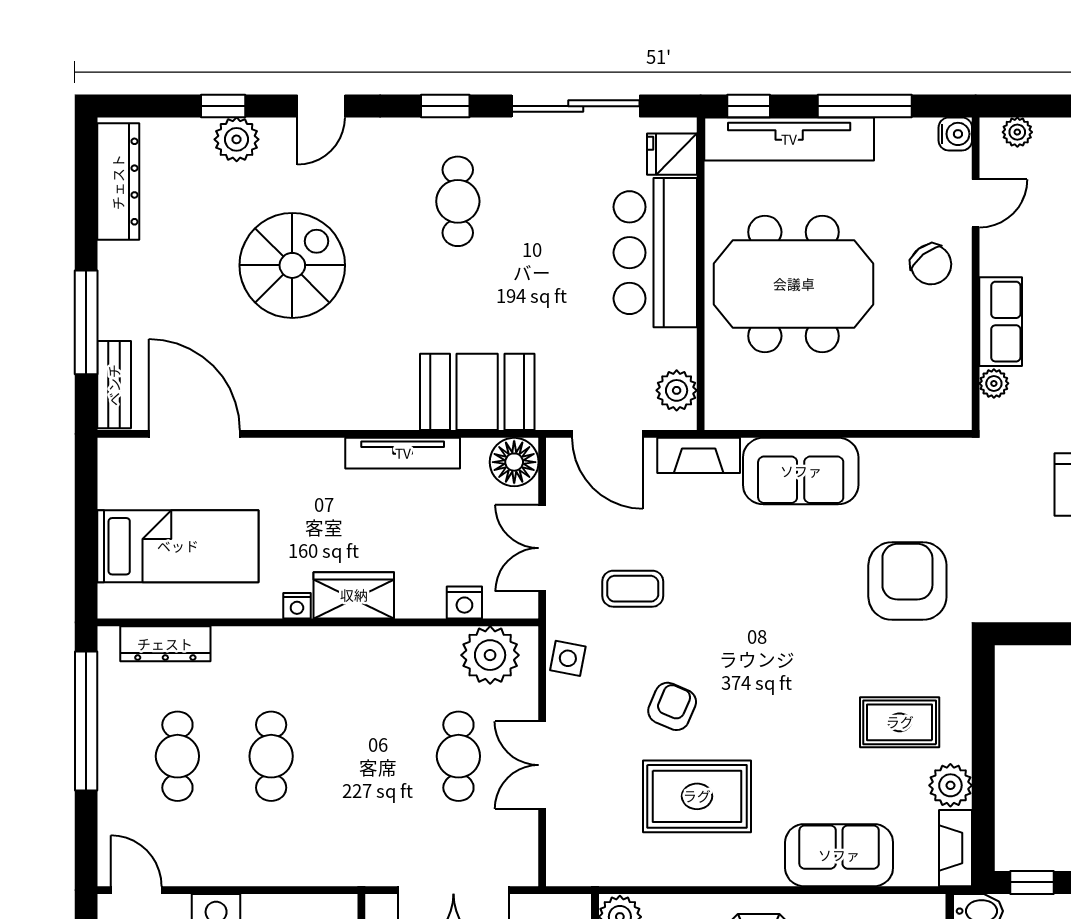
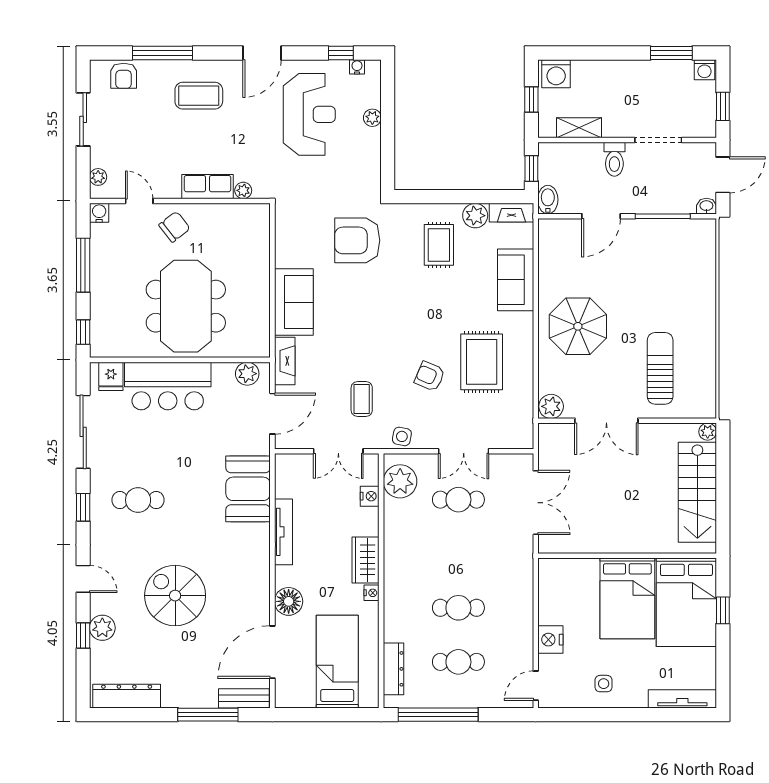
tv unit: (789, 139) -> (102, 309), removed
floor lamp: (514, 462) -> (289, 601), moved

